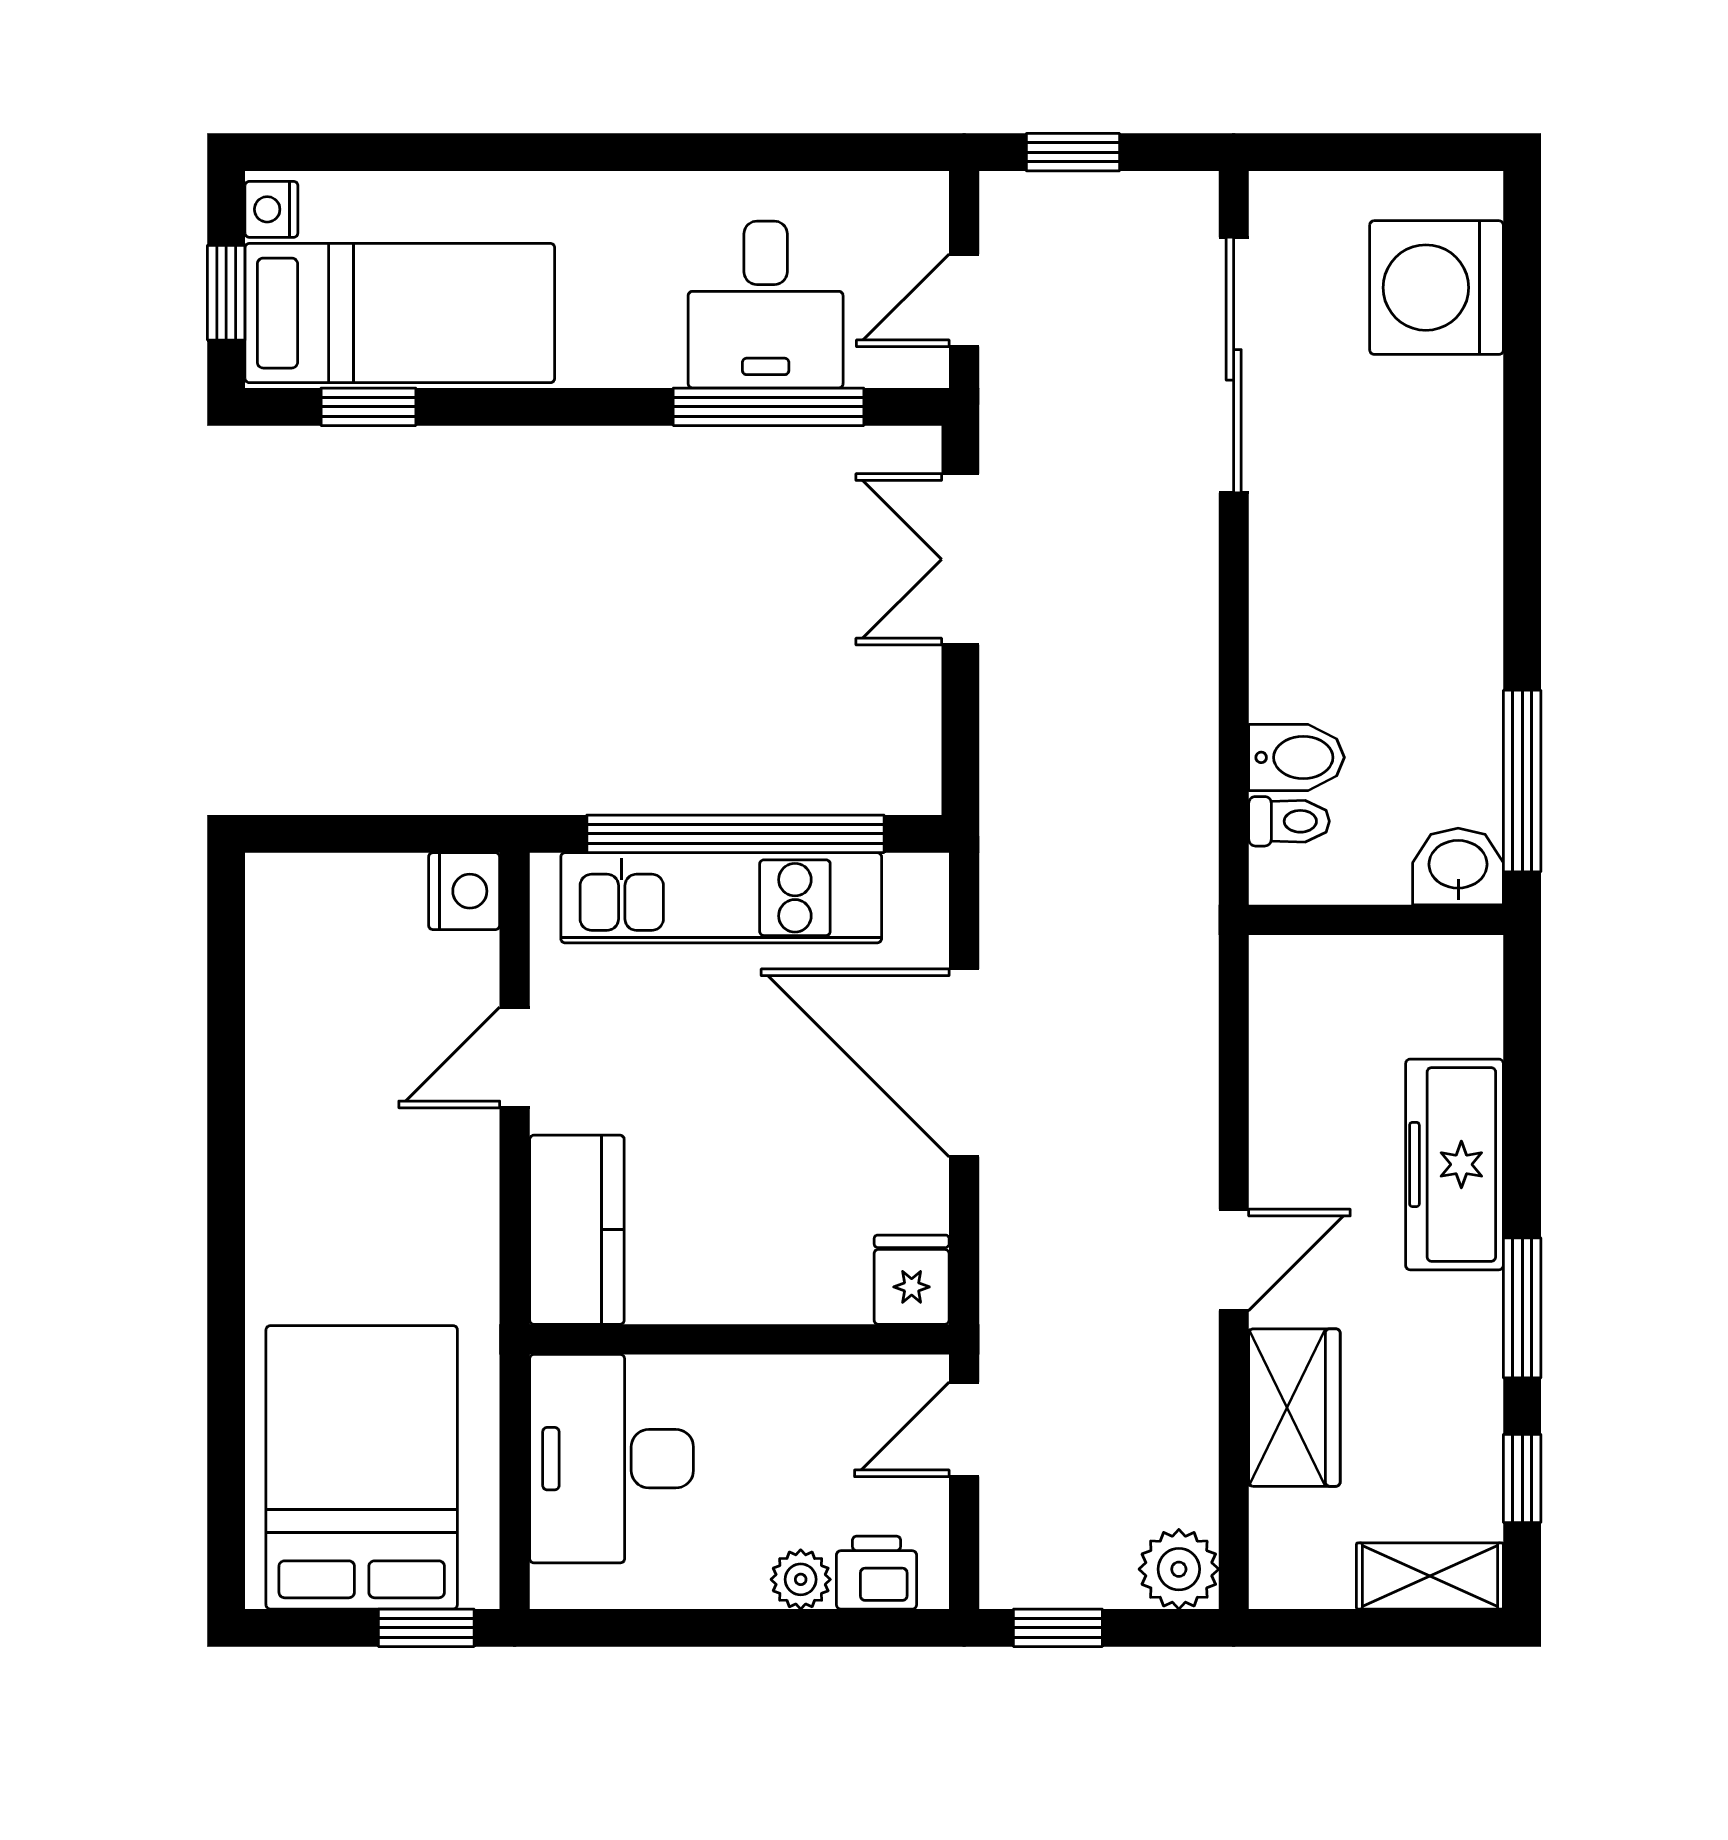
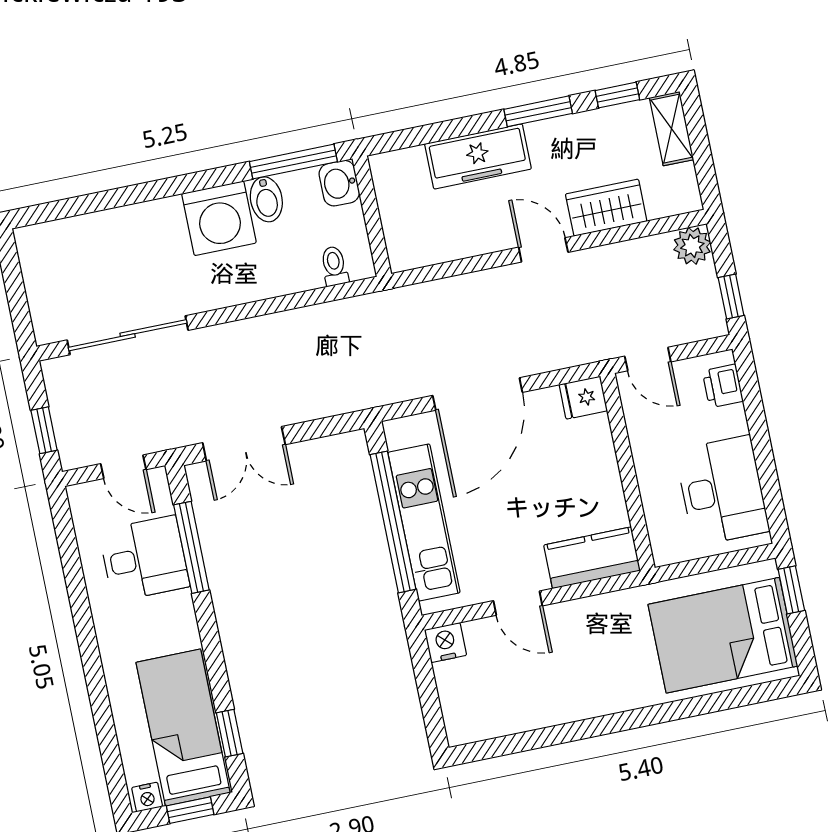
washing machine: (1437, 288) -> (219, 218), moved
bidet: (1297, 757) -> (266, 199), moved, turned 180
desk: (612, 1459) -> (722, 491), moved, turned -90
plant: (801, 1579) -> (733, 421), removed

